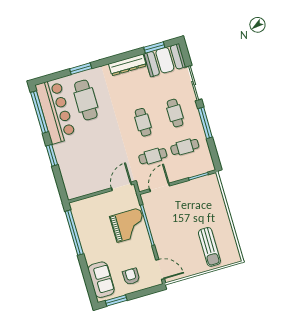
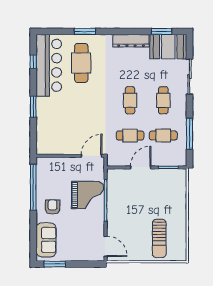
window: (39, 112) -> (33, 62), width x0.32
window: (205, 123) -> (190, 134), moved
door: (160, 187) -> (141, 167), moved
armchair: (131, 276) -> (53, 207), moved

